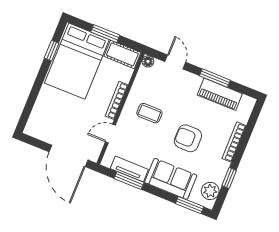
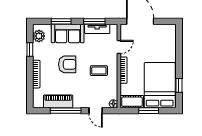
window: (215, 78) -> (66, 111), width x1.44
window: (190, 205) -> (61, 21), moved

